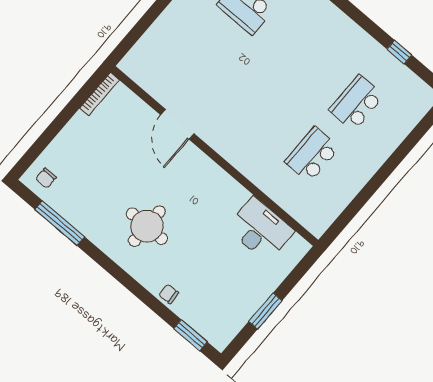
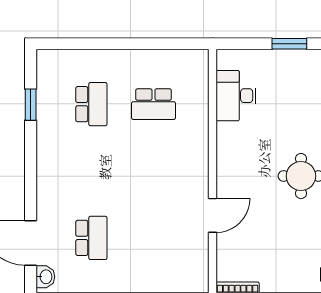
window: (399, 52) -> (31, 105), width x1.50
school desk: (356, 103) -> (91, 104), turned -90

